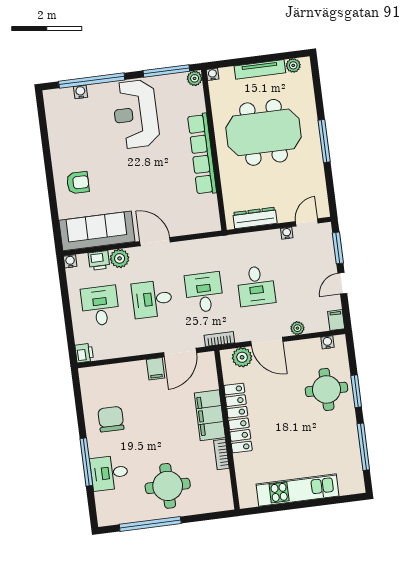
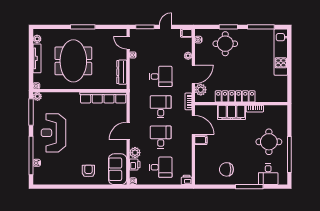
reception desk: (136, 114) -> (53, 133), turned 90
row of seats: (202, 154) -> (103, 98), moved
sofa: (97, 231) -> (118, 169), width x0.73
door: (342, 283) -> (166, 27), swing flipped
desk: (204, 292) -> (161, 107), turned 90
desk: (152, 299) -> (161, 137), turned 180
desk: (100, 306) -> (161, 167), turned 180
desk: (109, 473) -> (268, 174), moved
kitchen unit: (297, 490) -> (281, 52), moved

